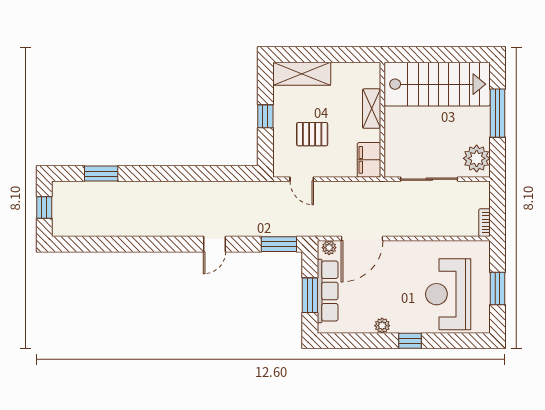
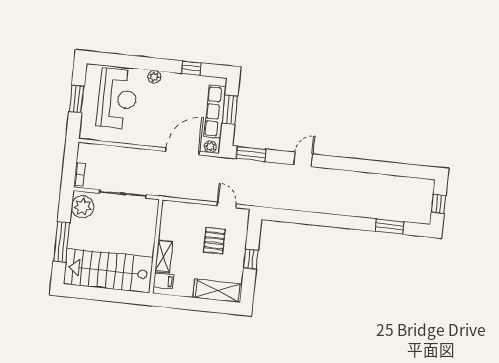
pallet: (312, 134) -> (214, 241), turned 90
filing cabinet: (369, 160) -> (163, 281), moved, width x0.50
bookcase: (484, 223) -> (79, 174), moved
plant: (382, 326) -> (154, 77), moved
window: (410, 341) -> (191, 68), moved

